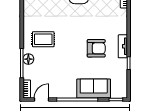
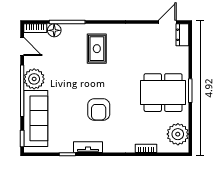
armchair: (96, 48) -> (99, 110), moved
floor lamp: (28, 59) -> (54, 30), moved
sofa: (94, 89) -> (36, 118), width x1.36
plant: (68, 90) -> (34, 79), added

